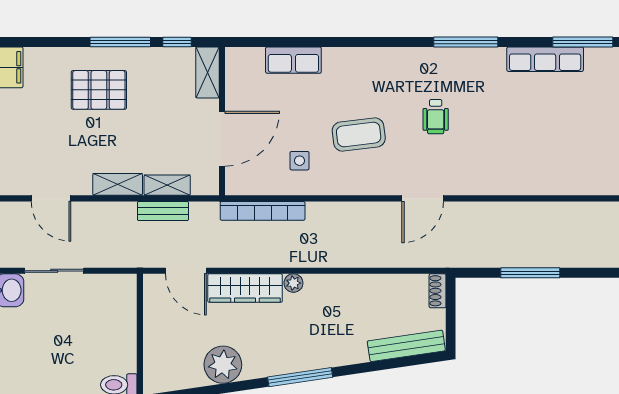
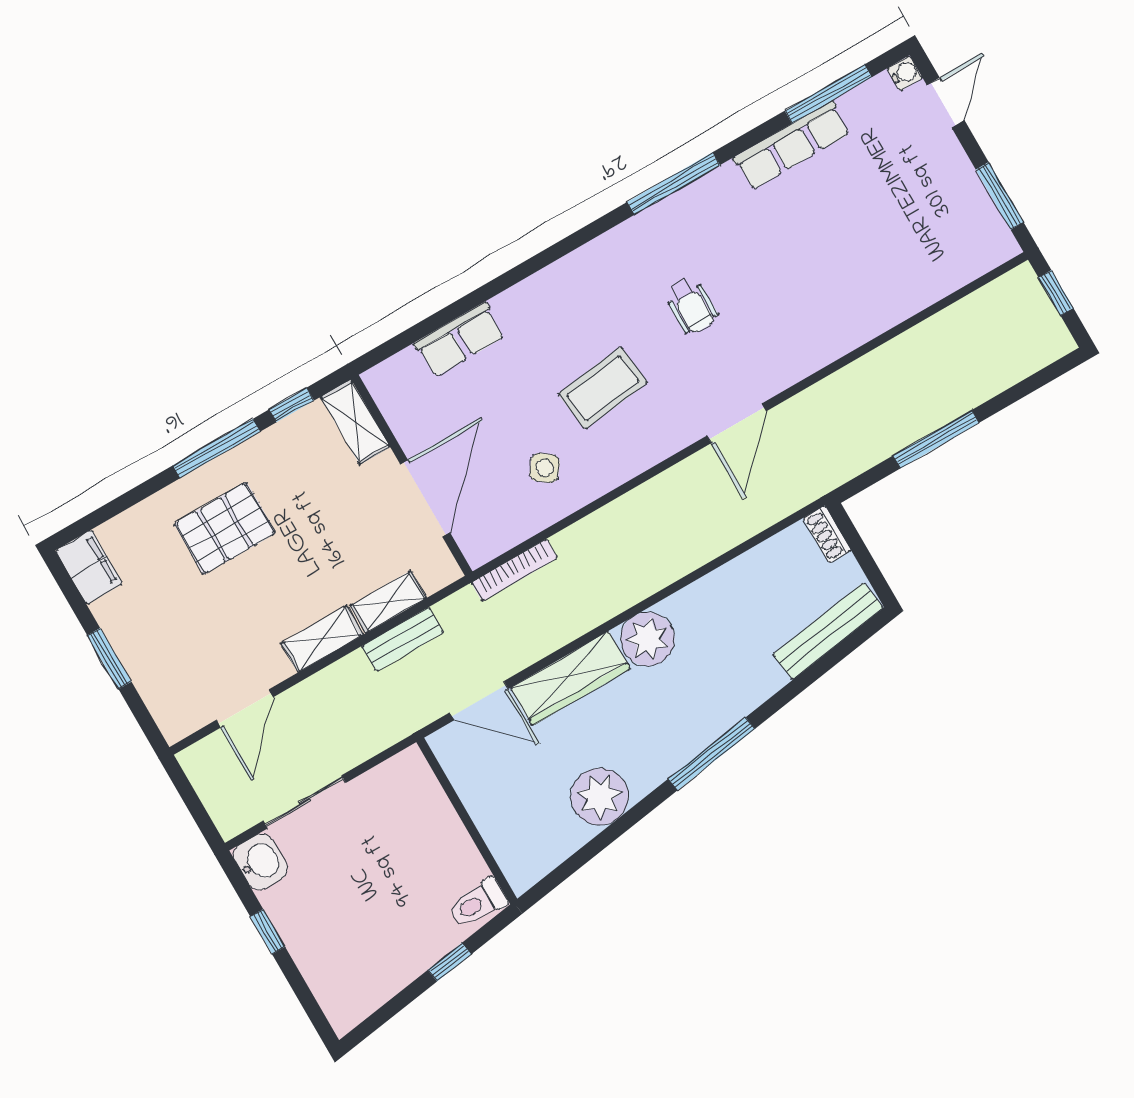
side table: (300, 161) -> (545, 468), turned 37
door: (51, 198) -> (245, 709), hinge flipped
bookcase: (263, 211) -> (514, 570), width x0.68, depth x0.76
plant: (293, 283) -> (648, 639), width x1.88, depth x1.88

